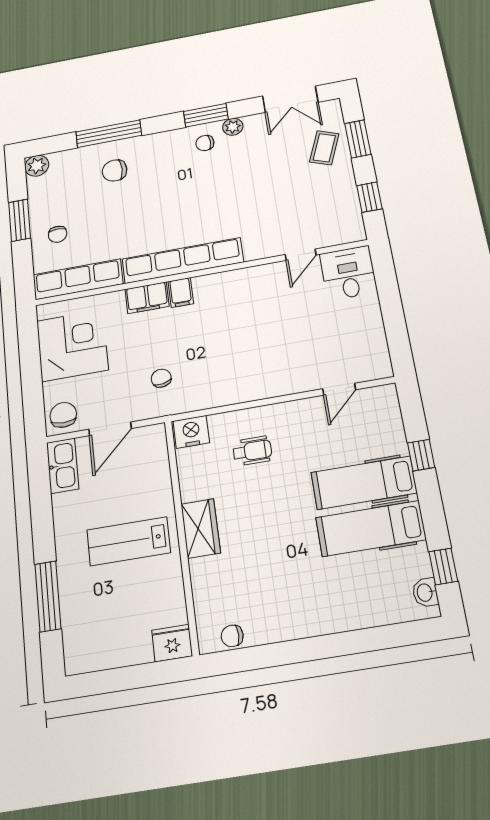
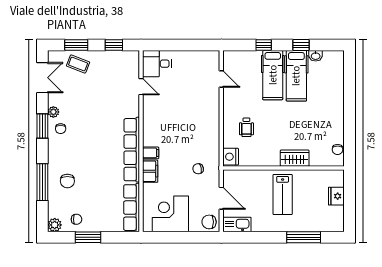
chair: (58, 234) -> (77, 219), moved
wheelchair: (252, 451) -> (246, 127), turned 180
wardrobe: (201, 528) -> (295, 158), moved
window: (443, 566) -> (301, 45), moved
washbasin: (425, 593) -> (316, 56), moved
fridge: (172, 643) -> (336, 196), moved

